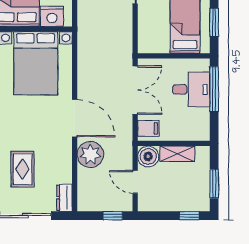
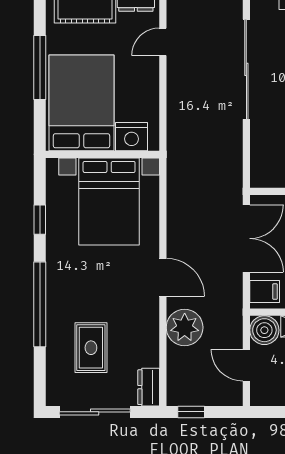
door: (75, 118) -> (163, 277), width x0.73
window: (113, 216) -> (191, 412), moved

